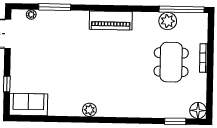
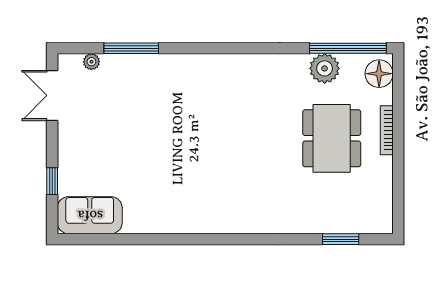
piano: (111, 20) -> (227, 69), removed
plant: (89, 110) -> (194, 222), removed
floor lamp: (198, 110) -> (379, 74), moved

